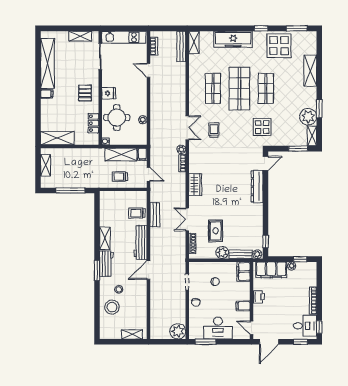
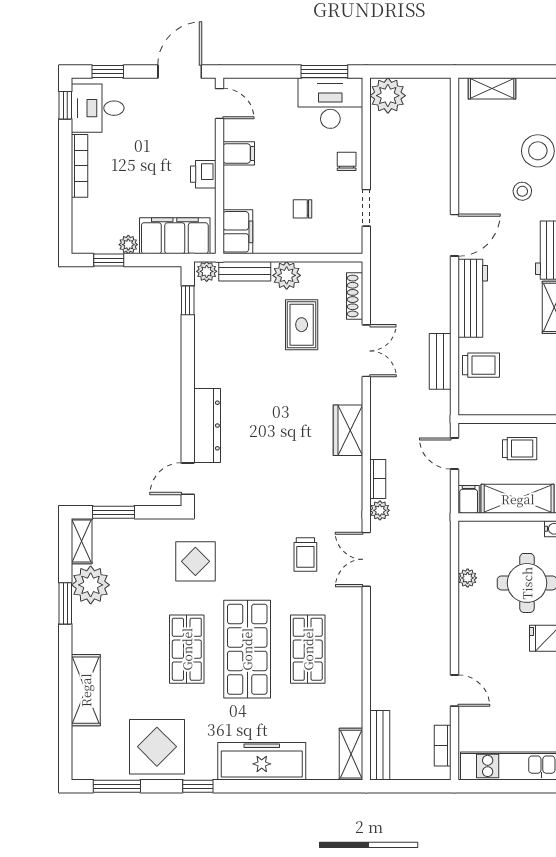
desk: (218, 328) -> (330, 103), moved

